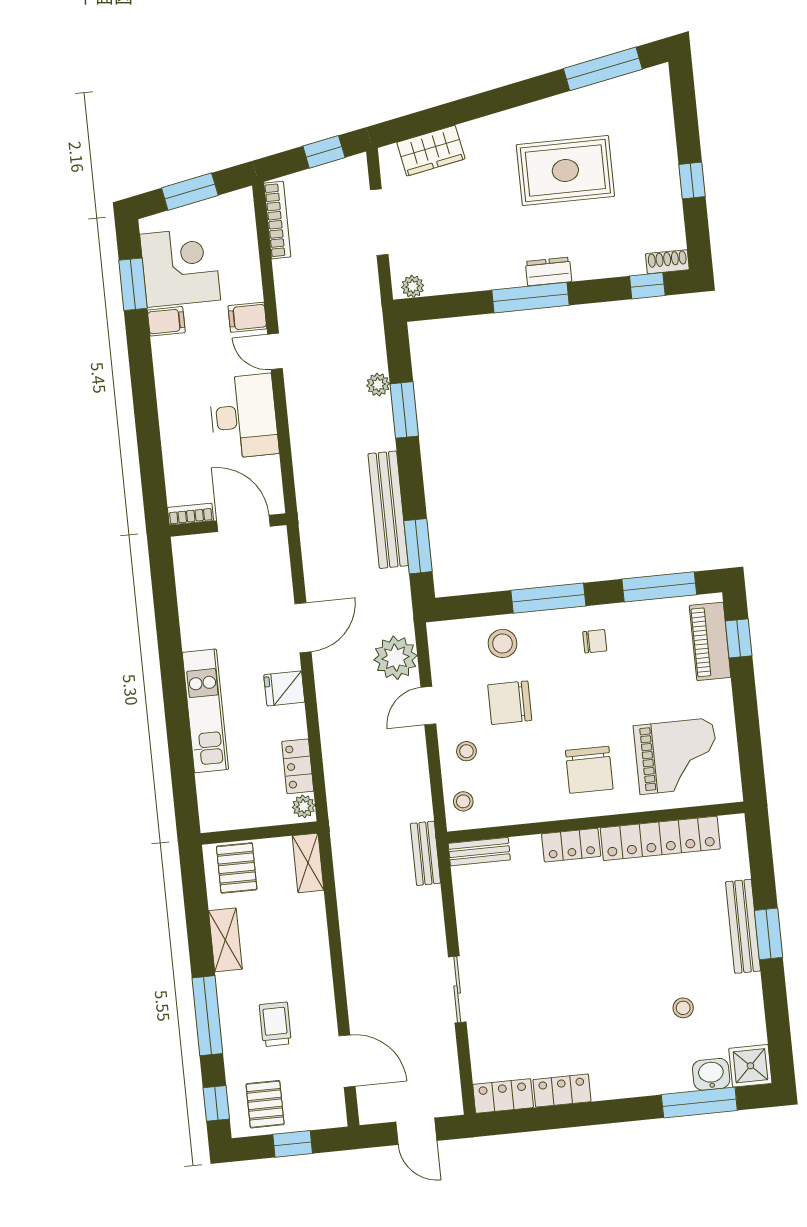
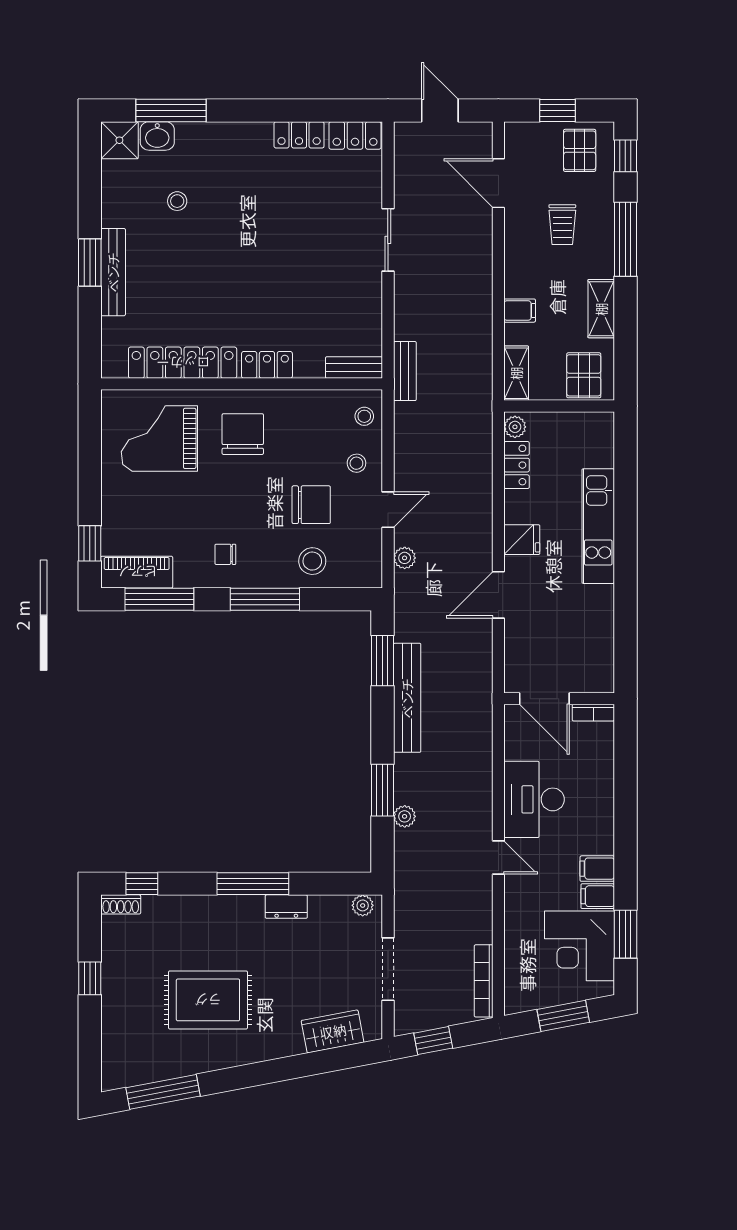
dresser: (548, 271) -> (286, 907), moved
filing cabinet: (247, 317) -> (597, 869), moved, turned 180
piano: (710, 641) -> (137, 572), moved, turned -90
plant: (395, 658) -> (405, 558), width x0.53, depth x0.53
filing cabinet: (311, 929) -> (520, 311), added

